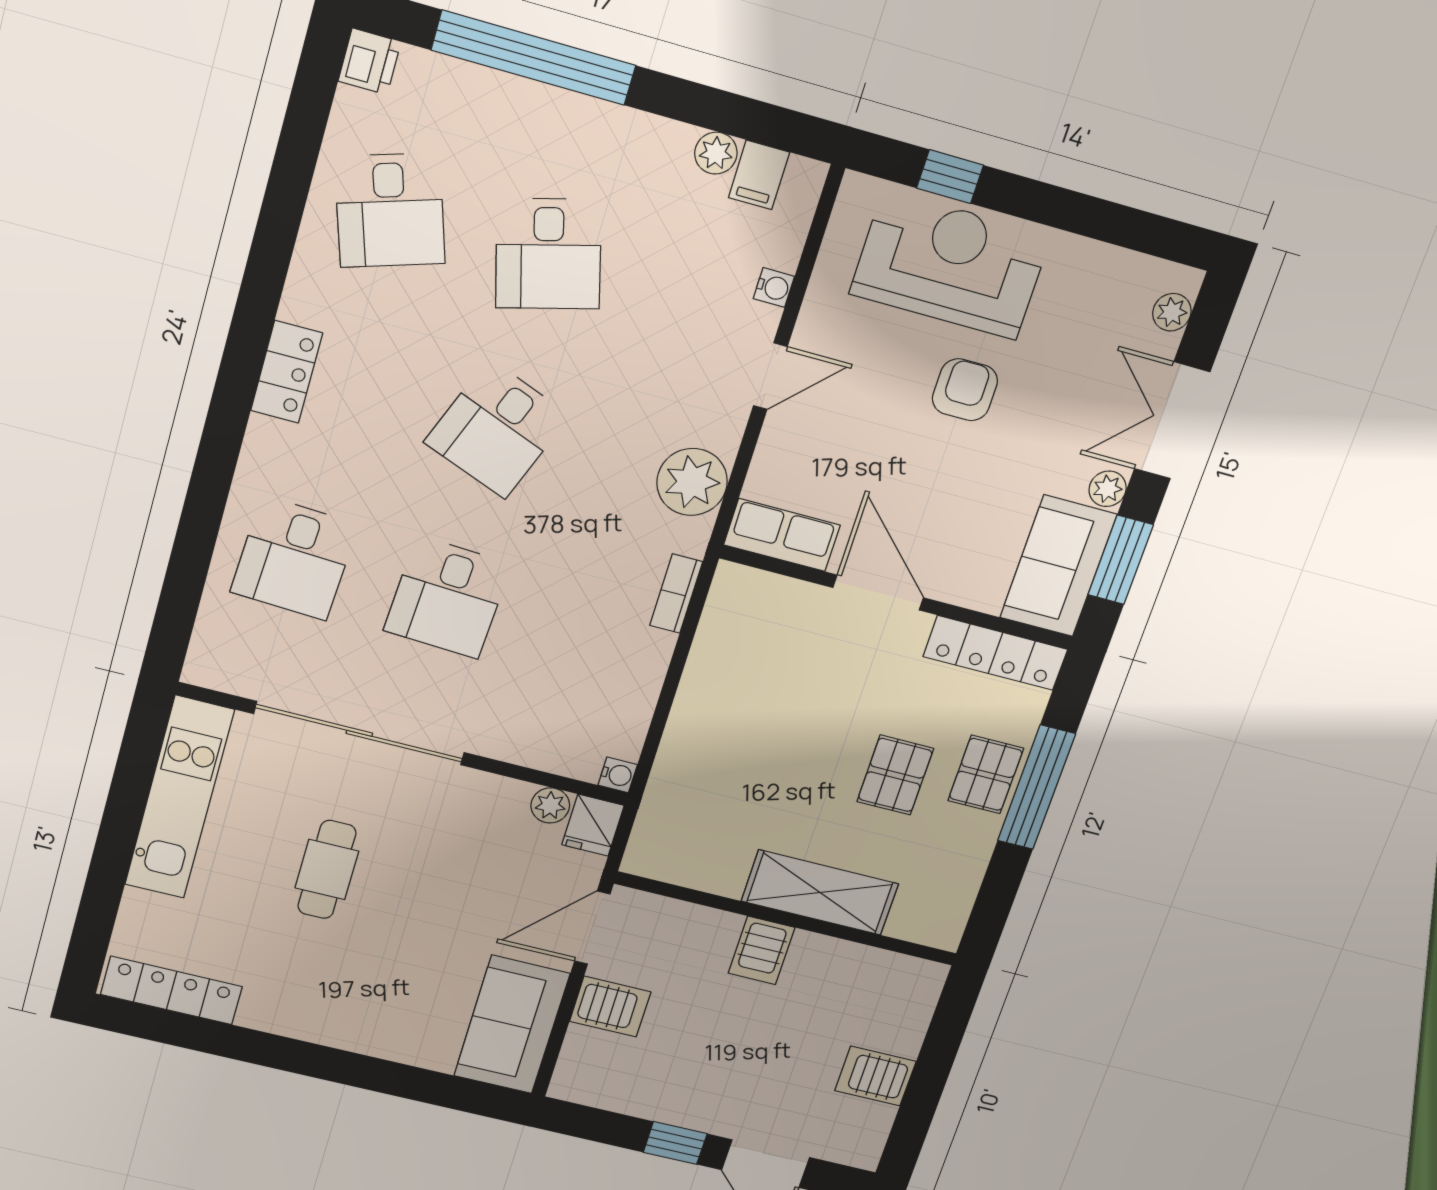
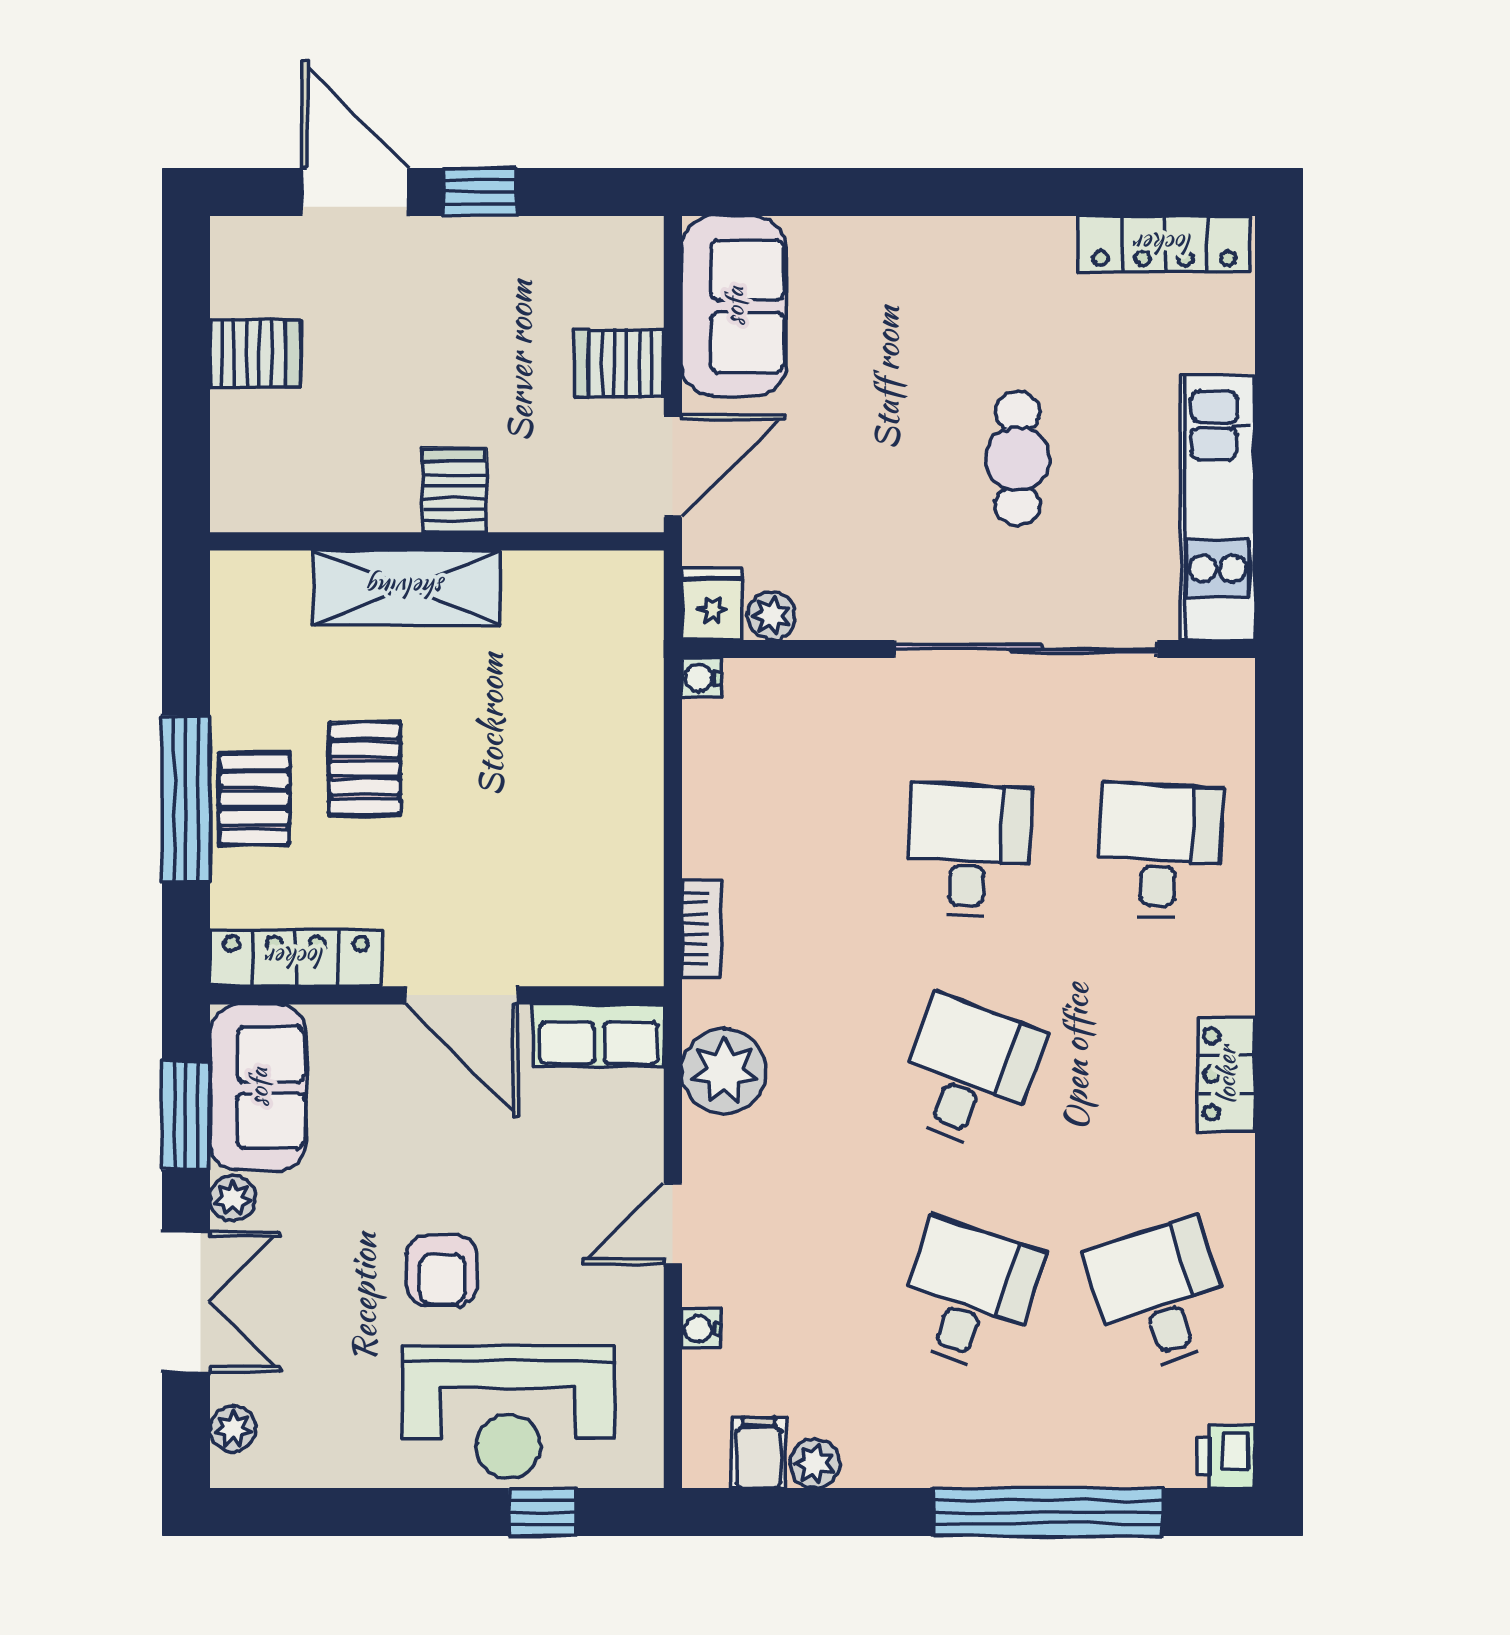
desk: (548, 254) -> (968, 1296), turned 33

